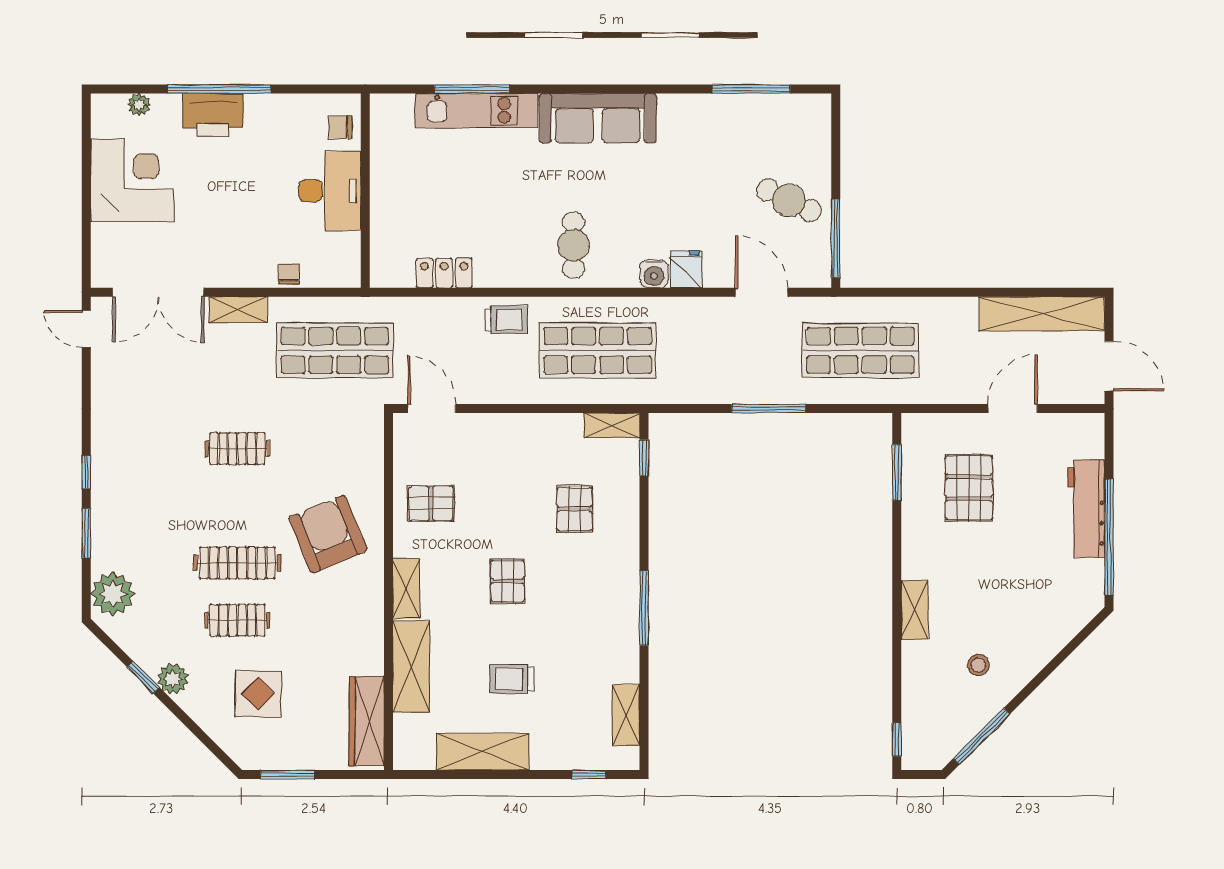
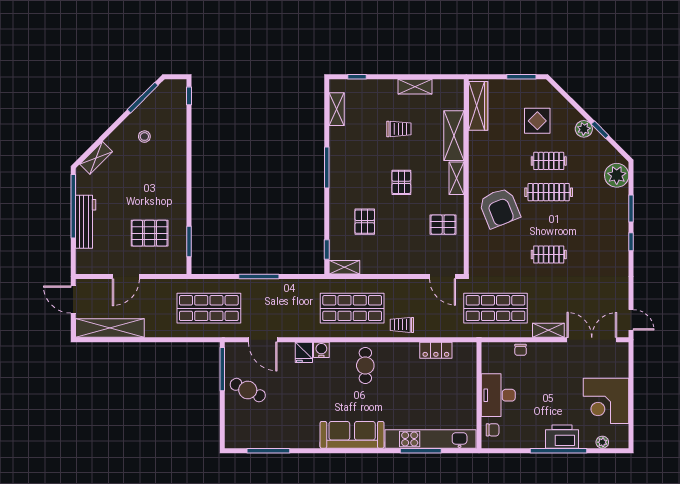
kitchen unit: (476, 110) -> (431, 439), width x1.36
pallet: (969, 488) -> (150, 233), turned 90
shelving: (915, 610) -> (96, 158), moved, turned 45
shelving: (482, 752) -> (415, 87), width x0.67, depth x0.75

